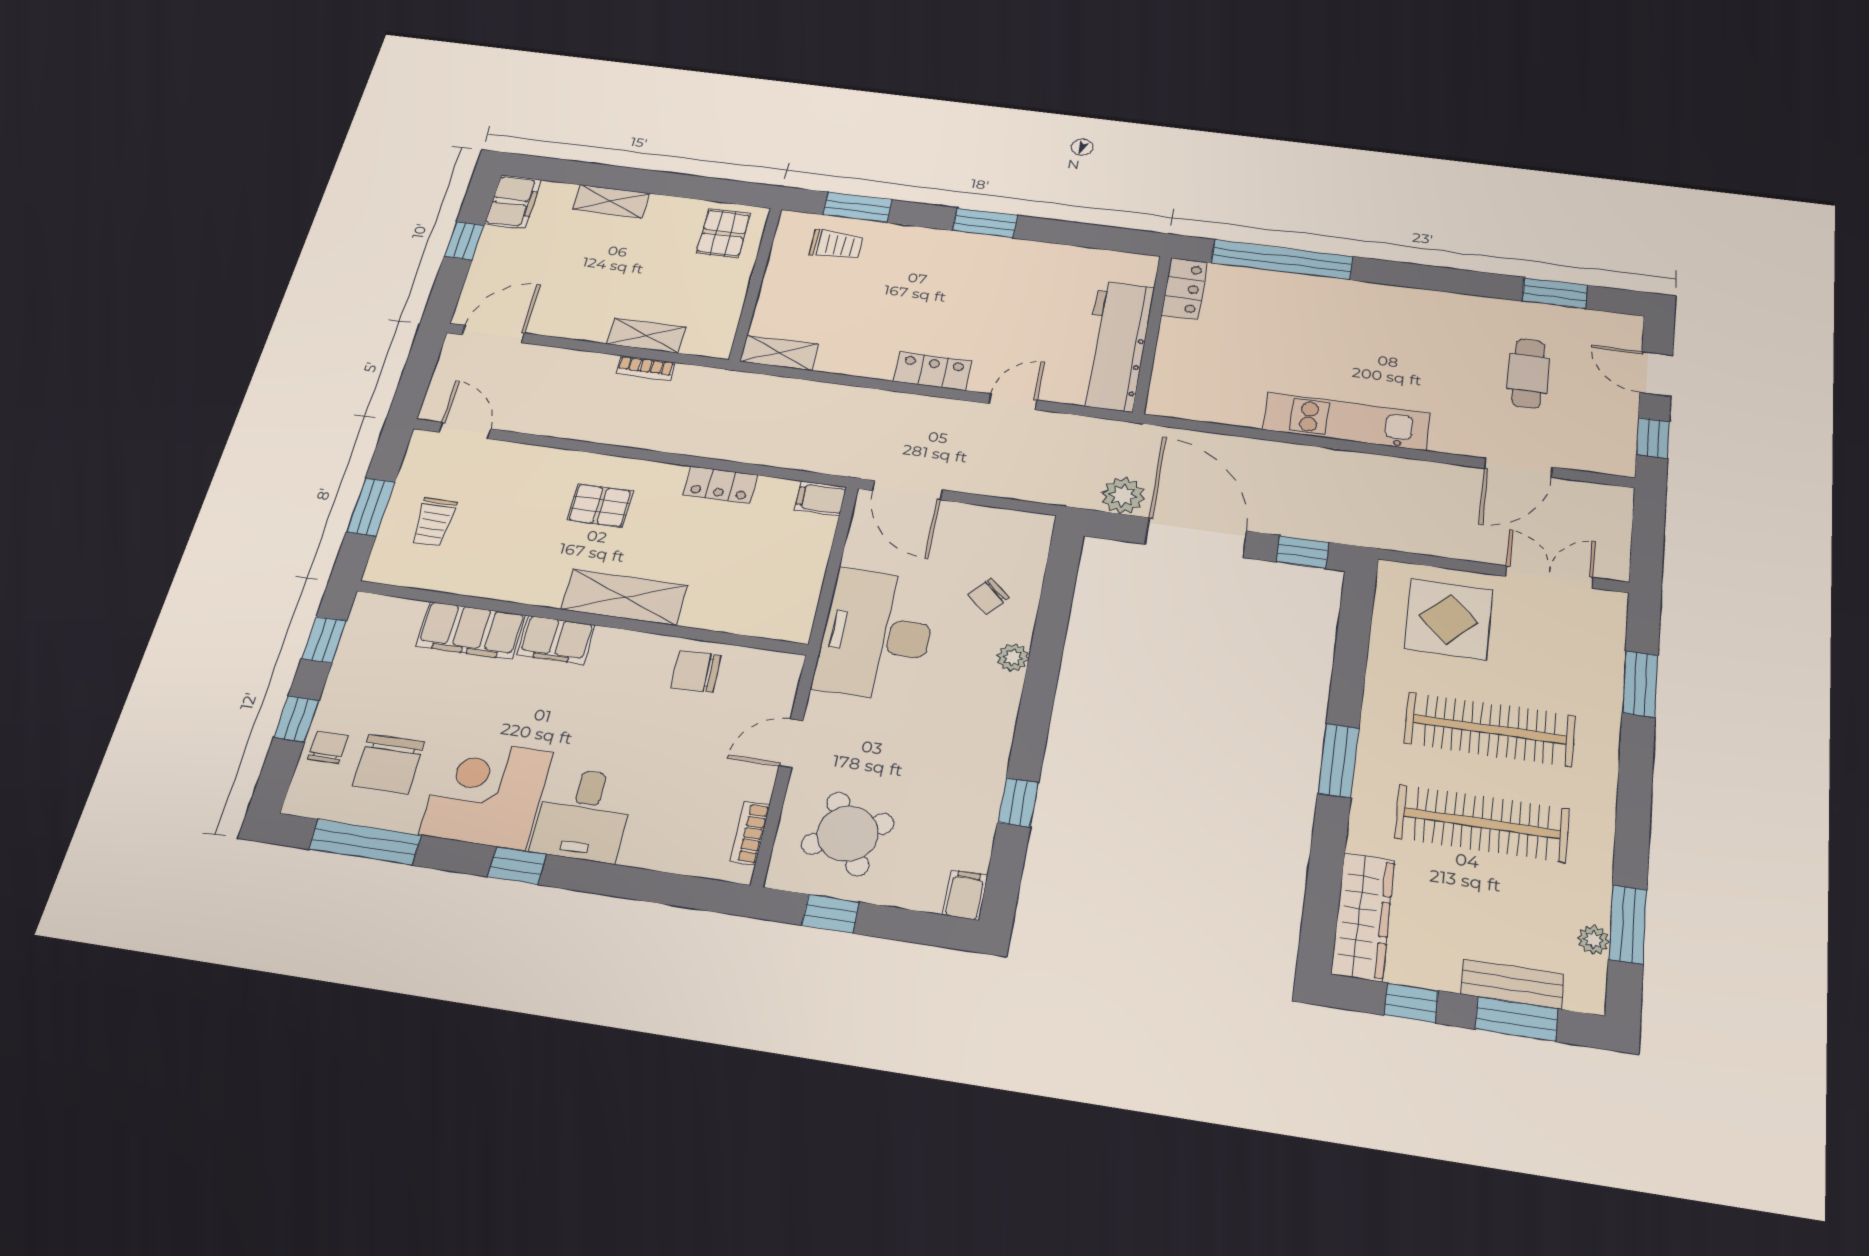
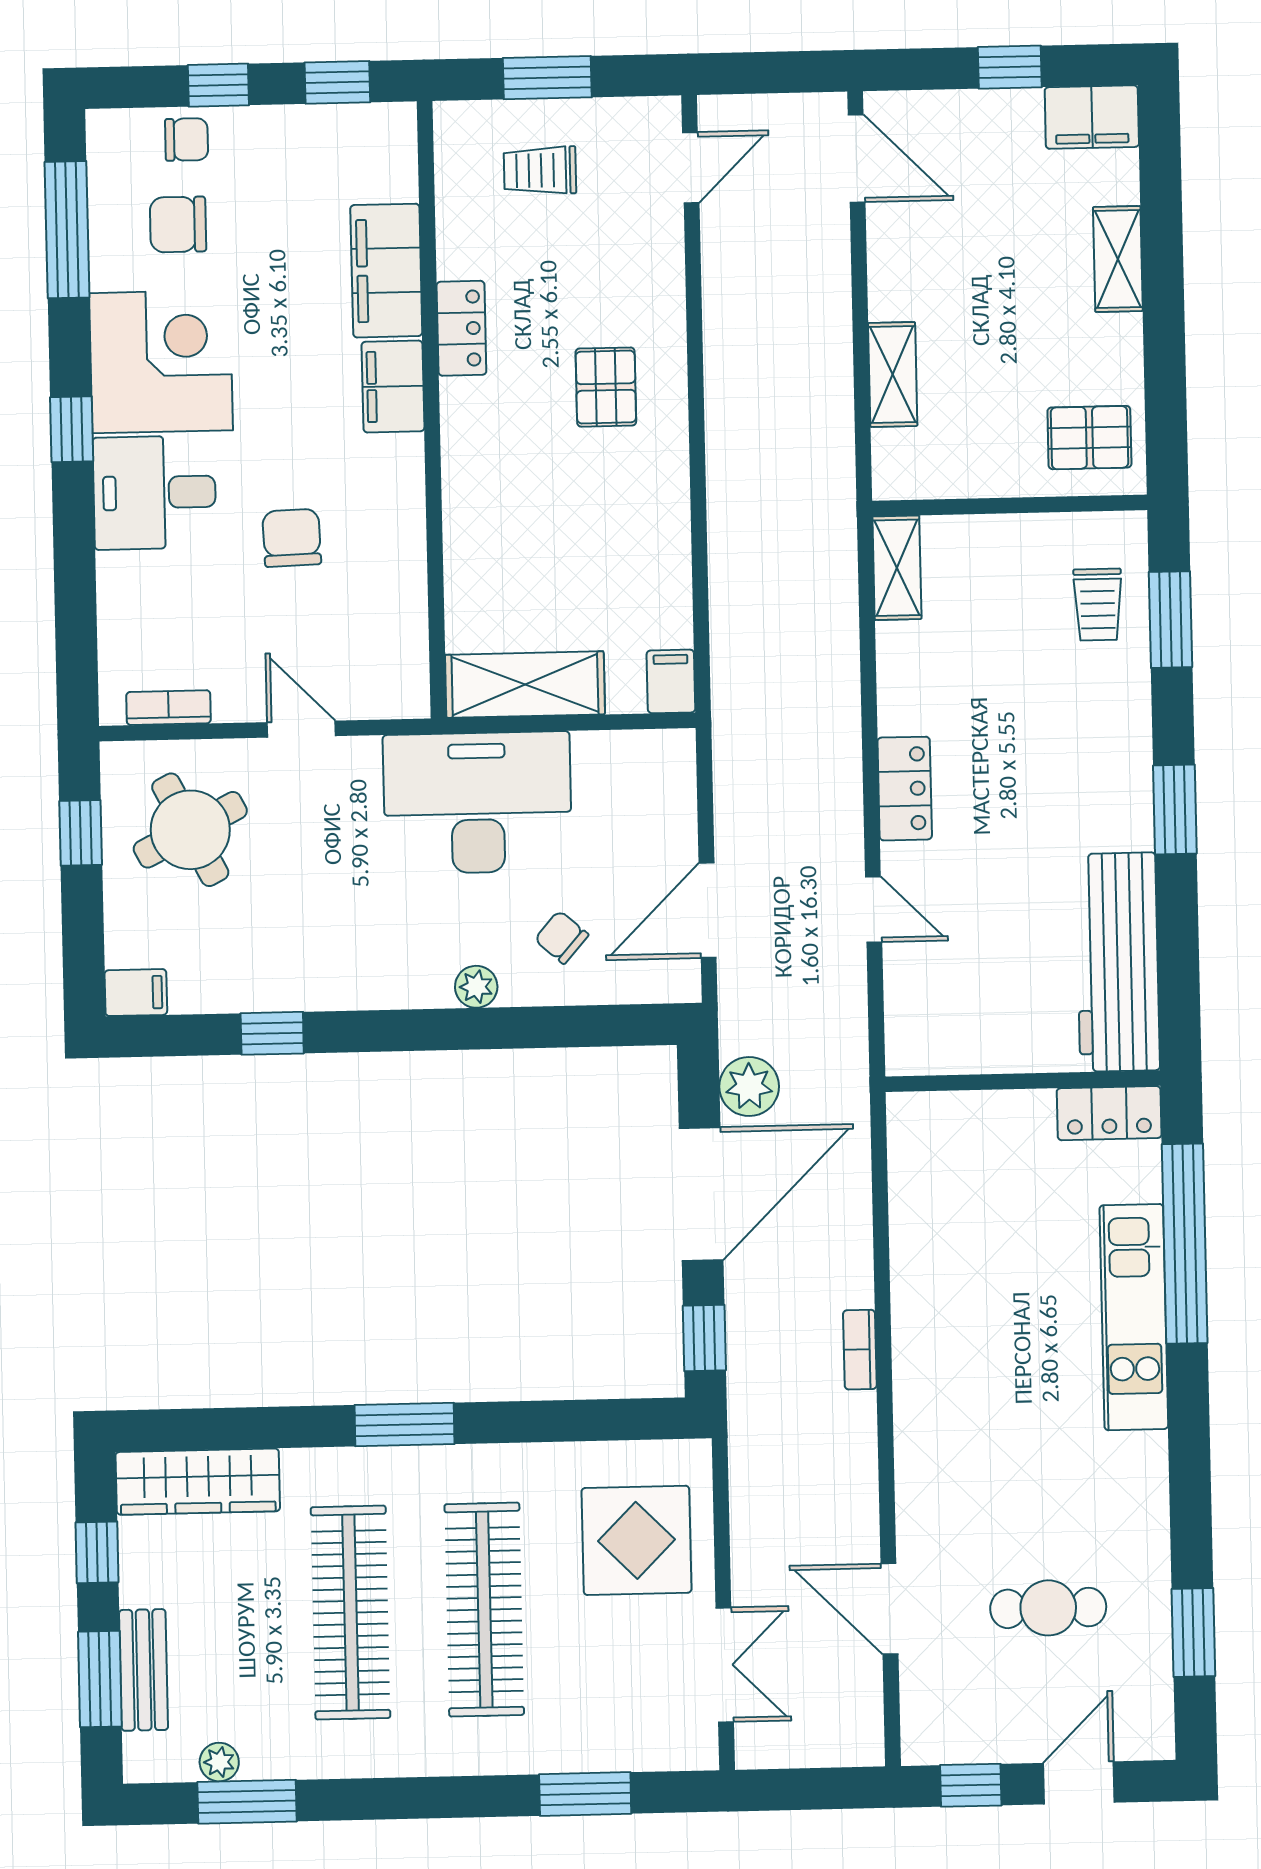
workbench: (1116, 346) -> (1118, 962), moved, turned -90
bookcase: (645, 368) -> (860, 1350), moved
kitchen unit: (1347, 421) -> (1134, 1317), moved, turned 180
locker: (720, 485) -> (461, 328), moved, turned 180
door: (907, 490) -> (708, 910), moved
shelving: (624, 597) -> (525, 685), moved, turned 90
chair: (696, 671) -> (292, 538), moved
chair: (388, 764) -> (178, 224), width x0.73, depth x0.73

